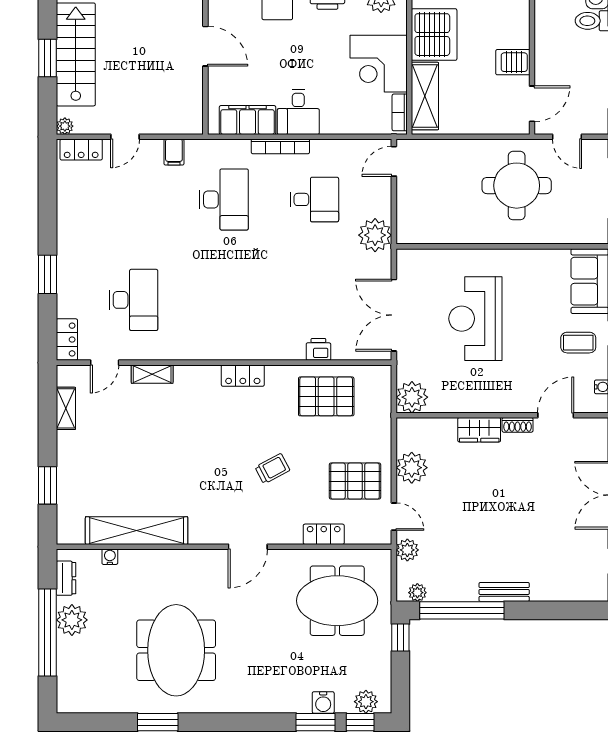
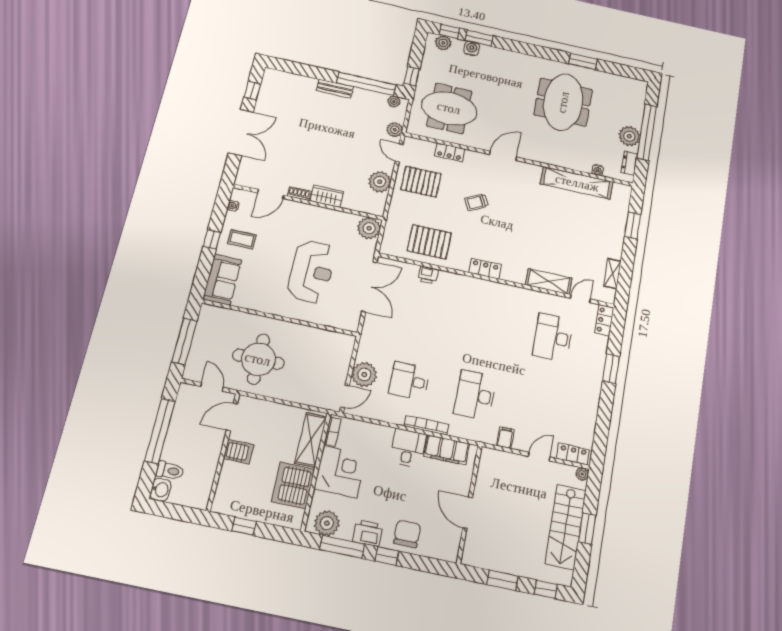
plant: (375, 235) -> (364, 374), moved
shelving: (152, 374) -> (549, 281), width x1.50, depth x1.33

